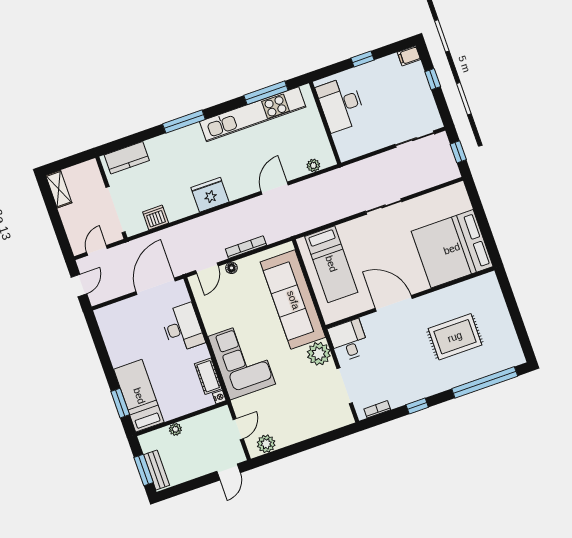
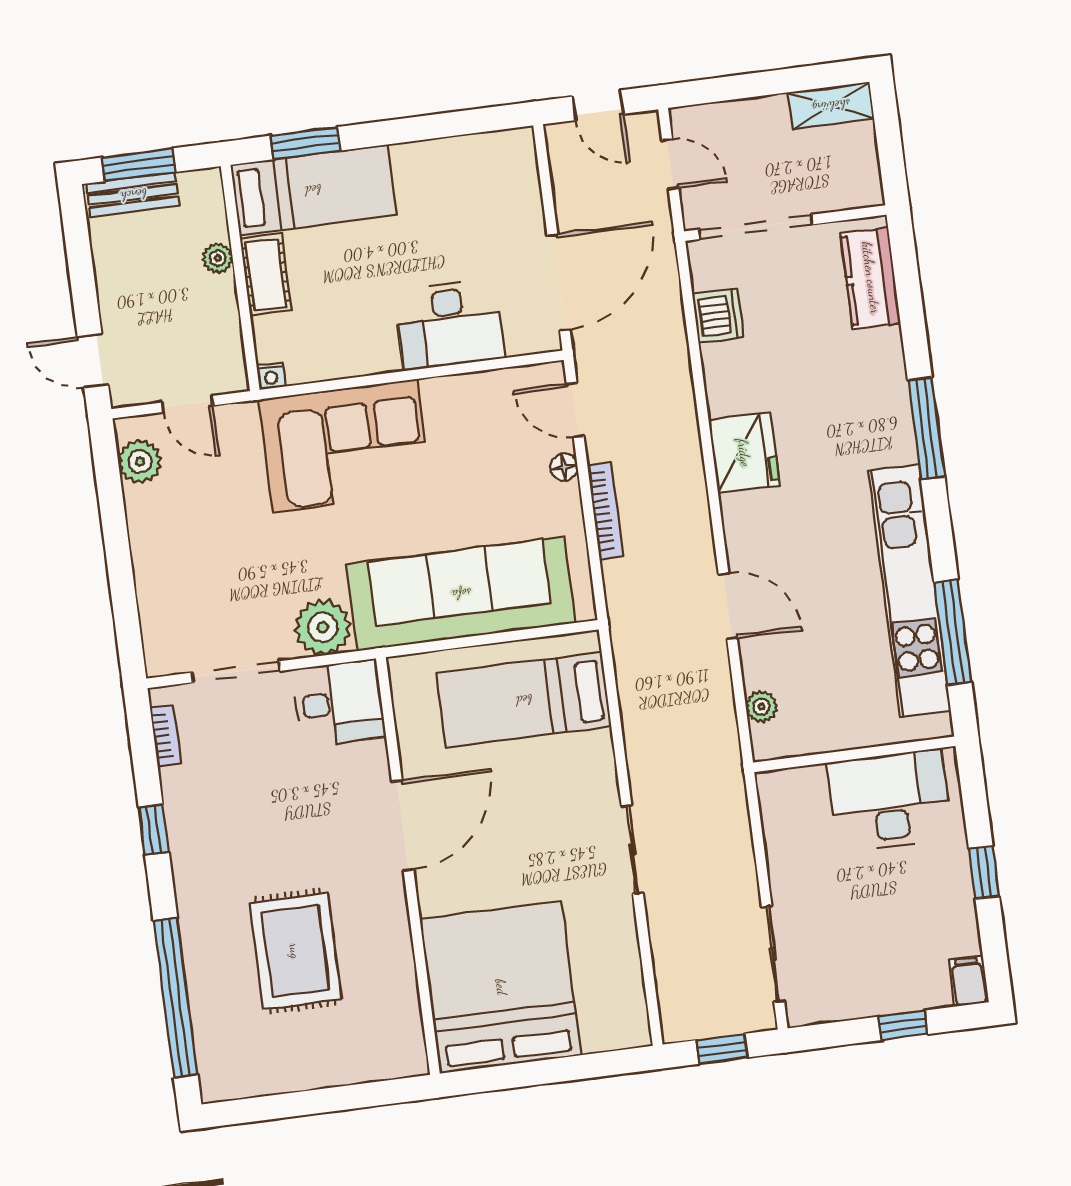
door: (156, 286) -> (559, 282), hinge flipped
cot: (208, 376) -> (266, 275), moved, turned 90

